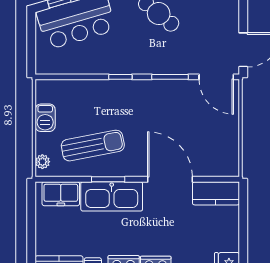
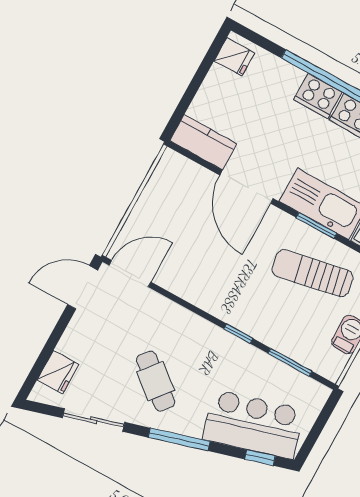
window: (170, 77) -> (290, 362), moved
door: (216, 77) -> (130, 274), hinge flipped

